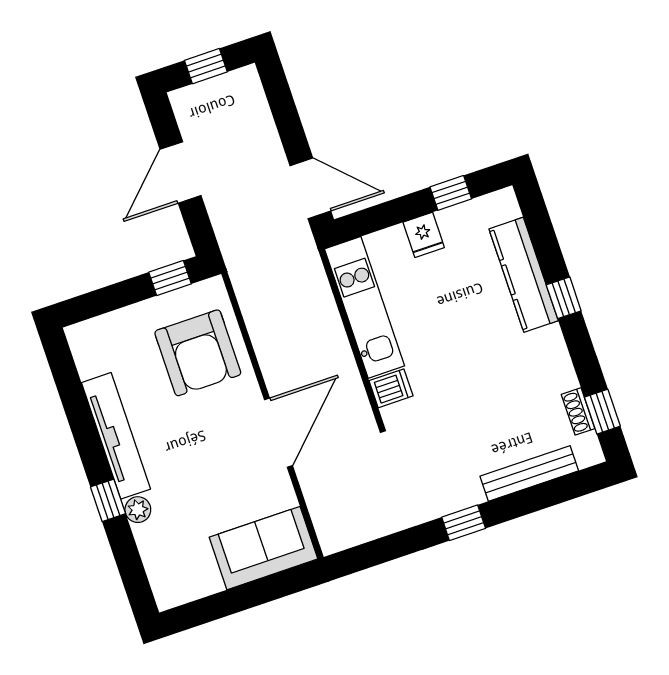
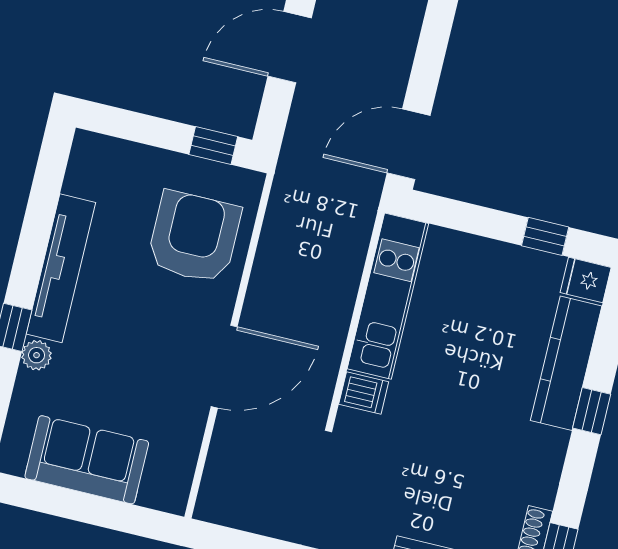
door: (310, 188) -> (409, 144), swing flipped
fridge: (424, 235) -> (586, 280), moved, turned 90
armchair: (198, 353) -> (194, 237), turned 180
sofa: (263, 548) -> (87, 460), moved

